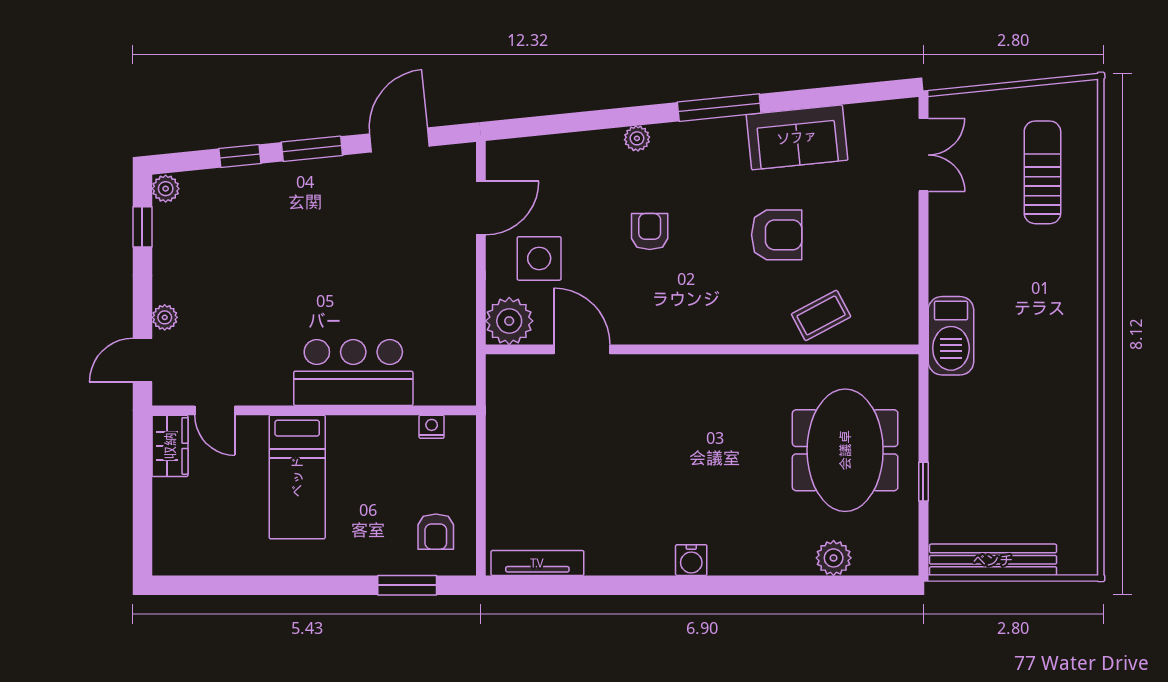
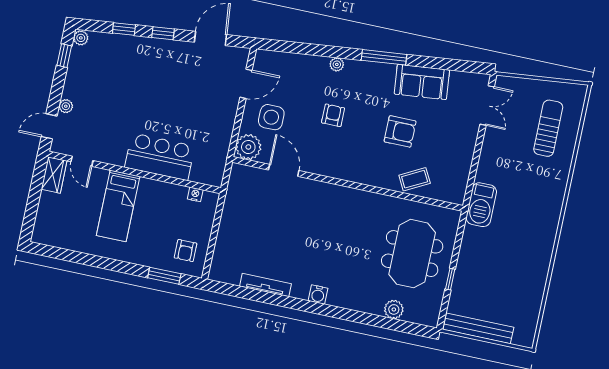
window: (312, 149) -> (163, 33), width x0.67
tv unit: (537, 563) -> (266, 285), moved

